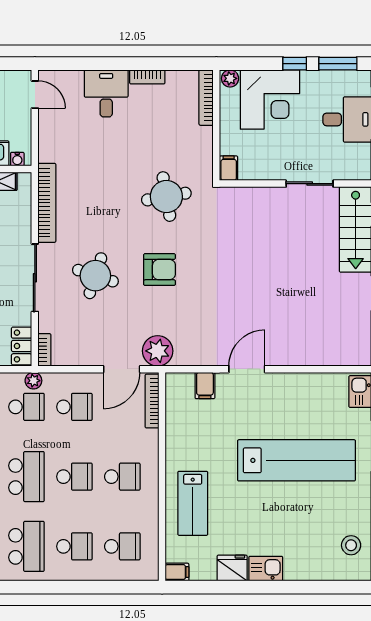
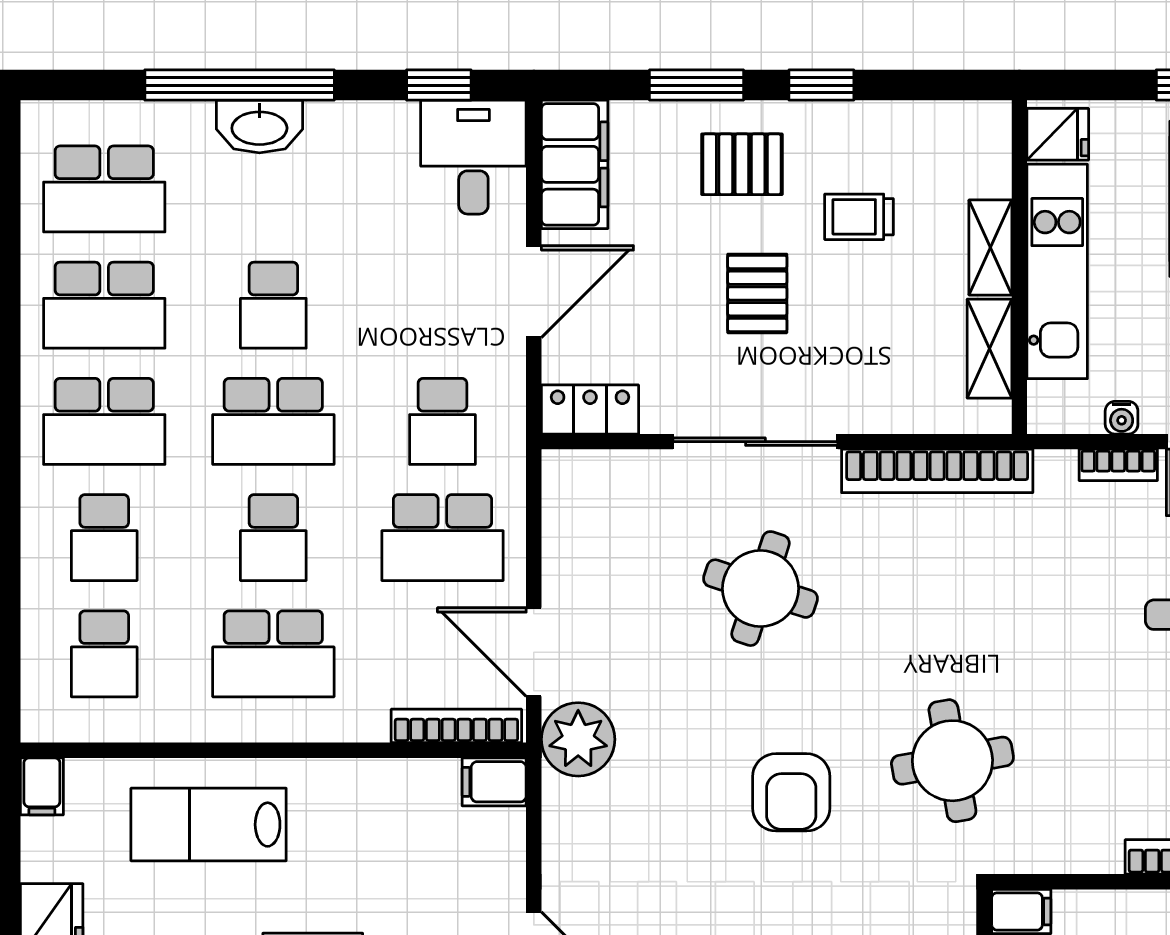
water cooler: (17, 159) -> (1122, 418), moved, turned -90
armchair: (160, 270) -> (791, 792), moved
bookcase: (44, 350) -> (1118, 465), moved
plant: (33, 381) -> (506, 438), removed
filing cabinet: (205, 386) -> (494, 782), moved
school desk: (74, 407) -> (442, 538), width x1.85
school desk: (122, 477) -> (273, 654), width x1.85

